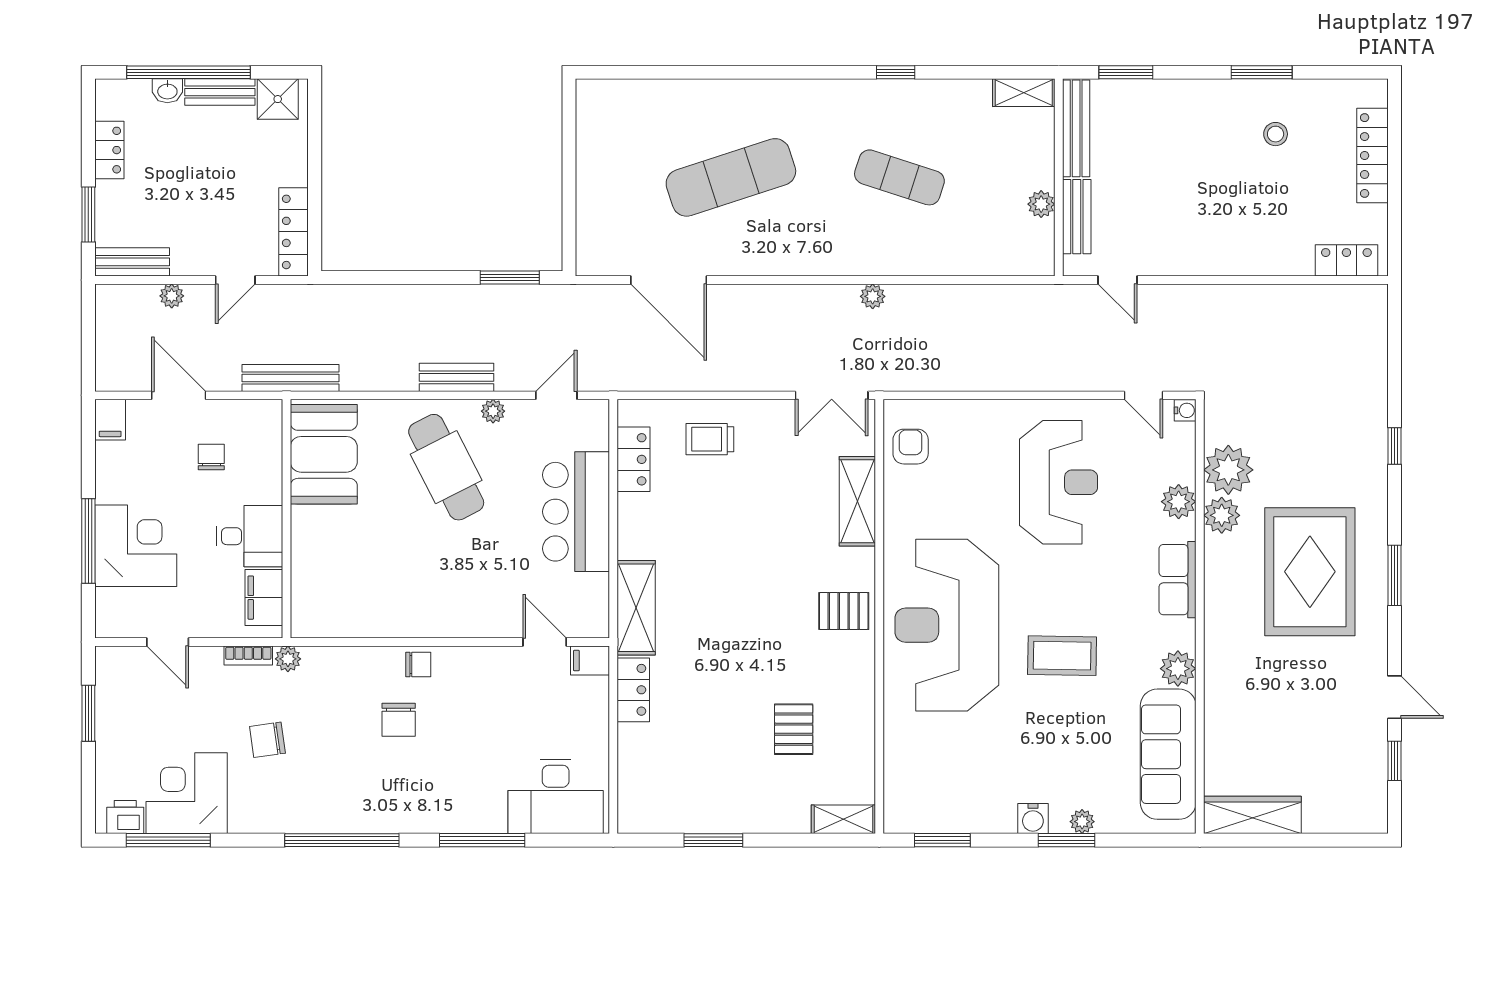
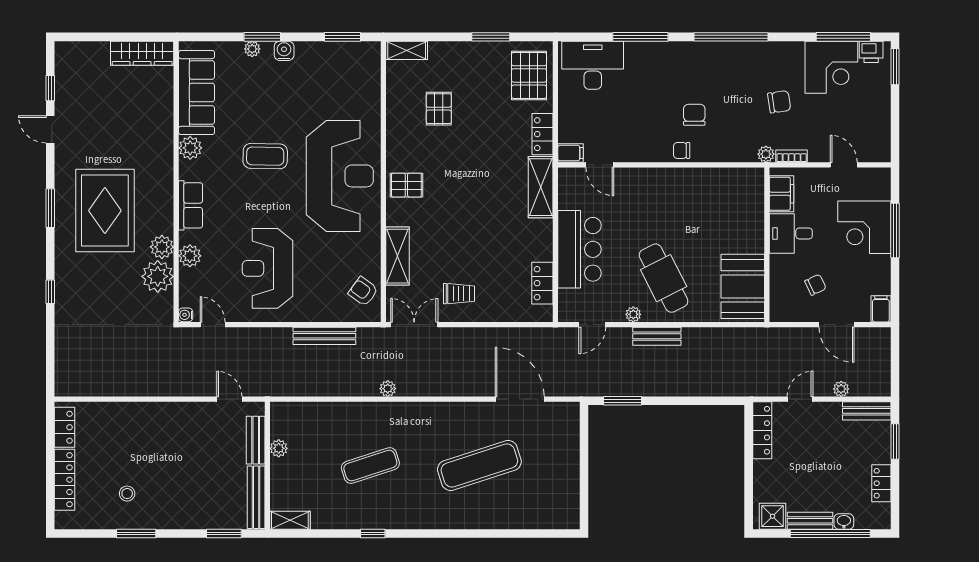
exercise mat: (899, 177) -> (370, 465), turned -36
locker: (1346, 260) -> (64, 427), moved, turned -90
bench: (291, 378) -> (324, 336), moved
trolley: (710, 439) -> (459, 294), moved
armchair: (911, 447) -> (363, 291), turned 126
chair: (211, 457) -> (815, 285), turned -115
window: (88, 713) -> (895, 67), moved
pallet: (654, 781) -> (529, 75), added

